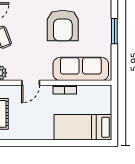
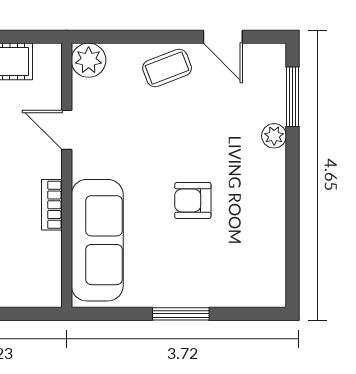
armchair: (63, 26) -> (193, 201), width x0.53, depth x0.53

